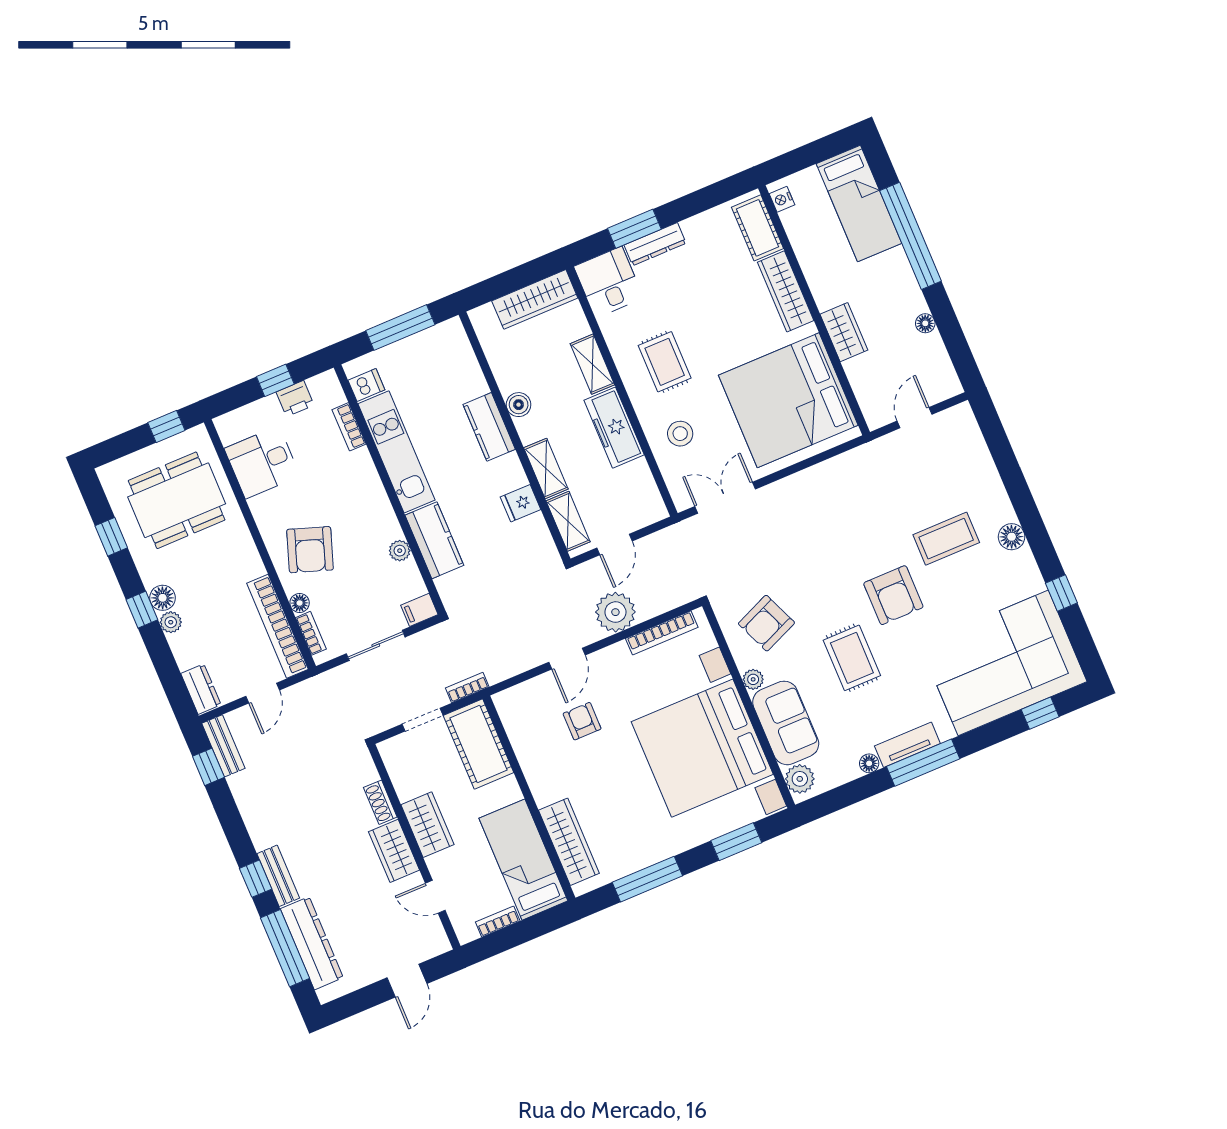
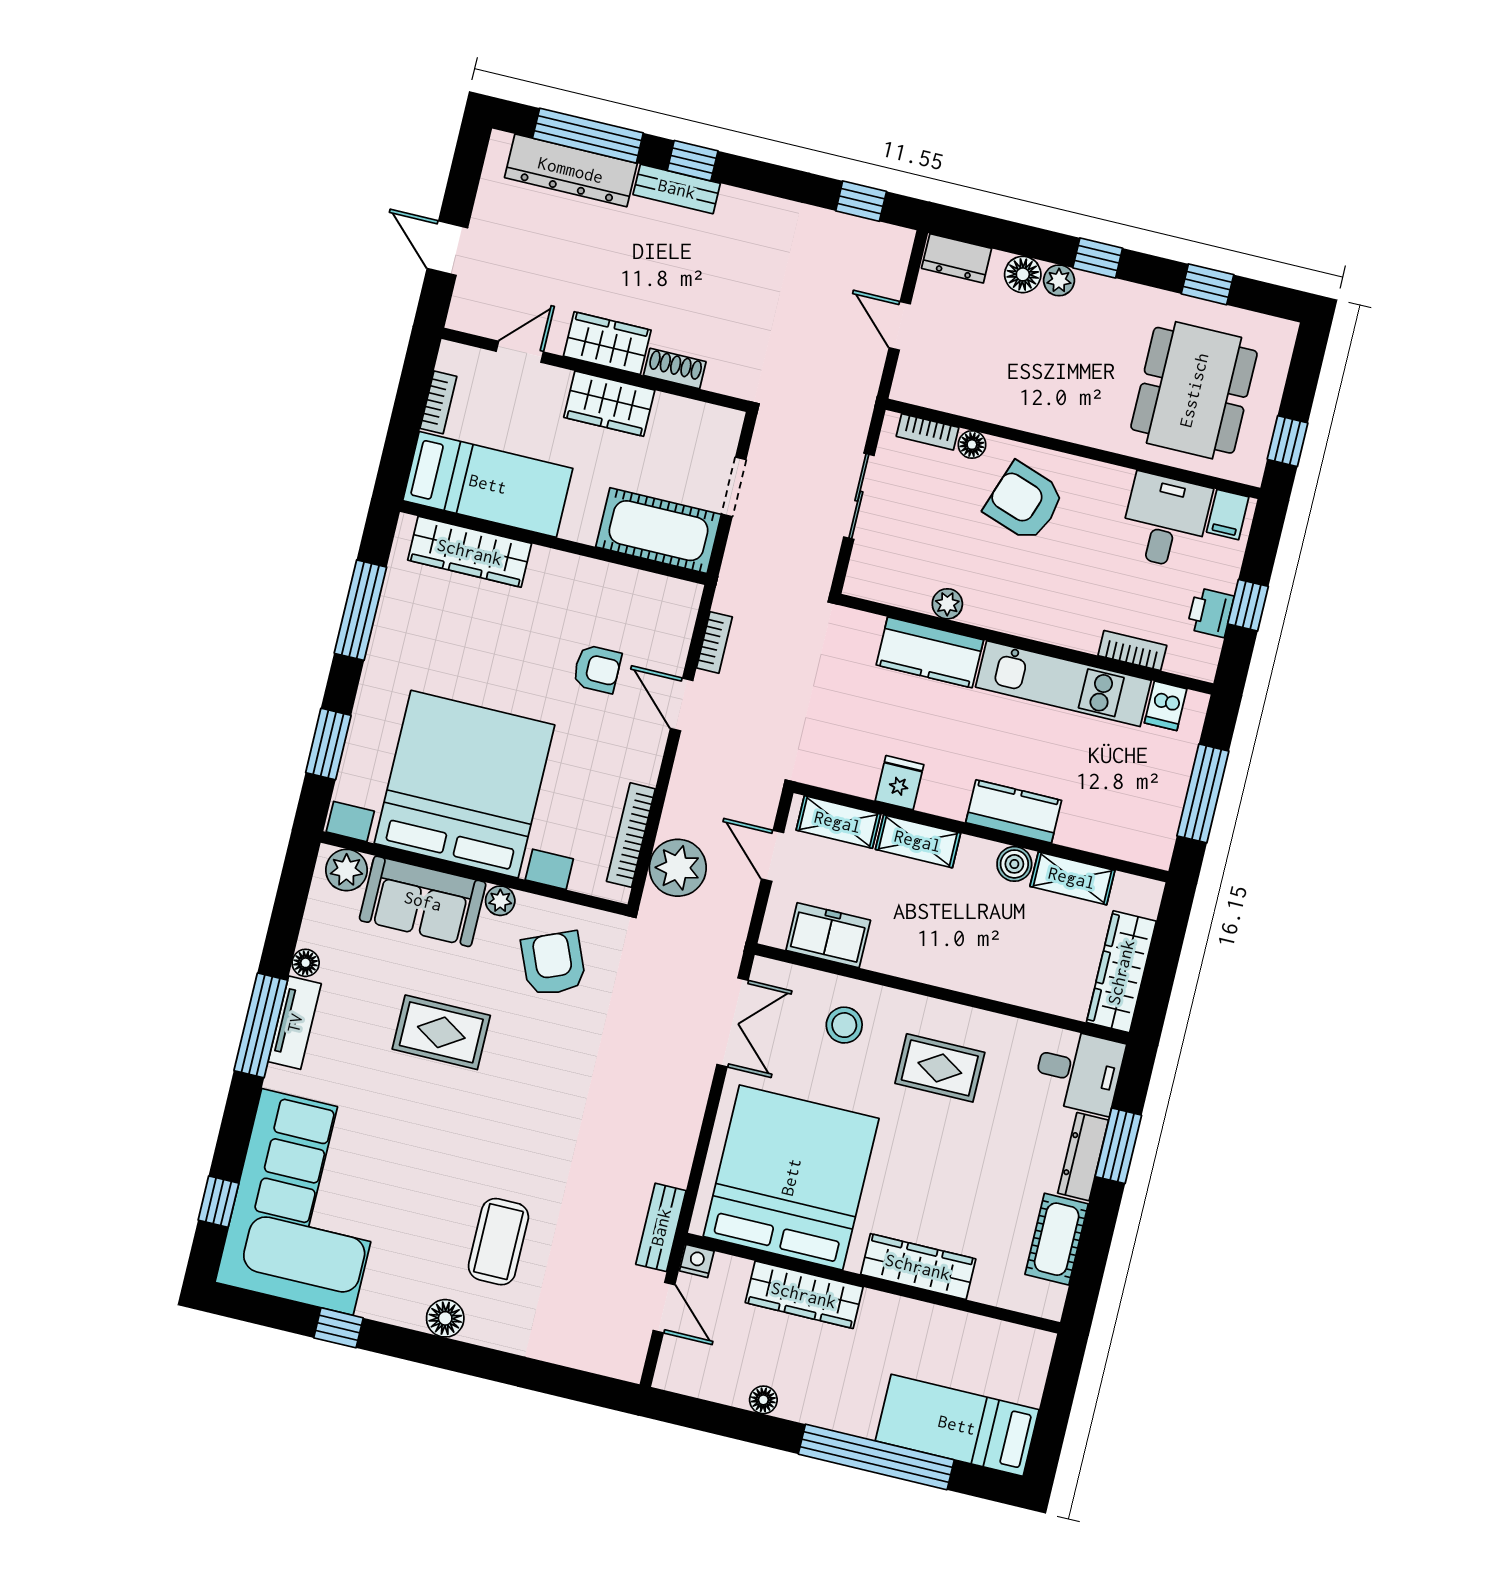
nightstand: (782, 199) -> (697, 1261), moved
cot: (758, 228) -> (1057, 1239), moved, turned 90
wardrobe: (844, 332) -> (804, 1295), width x1.50
shelving: (592, 364) -> (1072, 878), moved
freezer: (614, 428) -> (828, 935), moved, width x0.71
armchair: (893, 595) -> (478, 1133), removed
floor lamp: (163, 598) -> (1023, 274), moved
filing cabinet: (419, 610) -> (1228, 515), moved, turned 180
plant: (615, 612) -> (678, 868), moved
bookcase: (277, 626) -> (964, 399), removed
bookcase: (467, 688) -> (714, 642), moved
bench: (223, 746) -> (661, 1227), moved, turned 90

